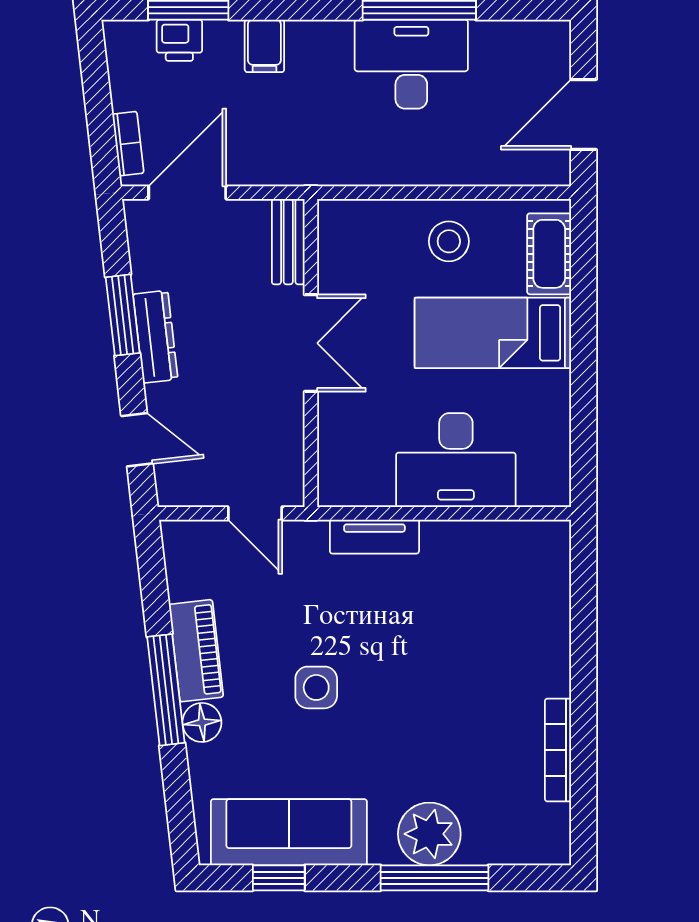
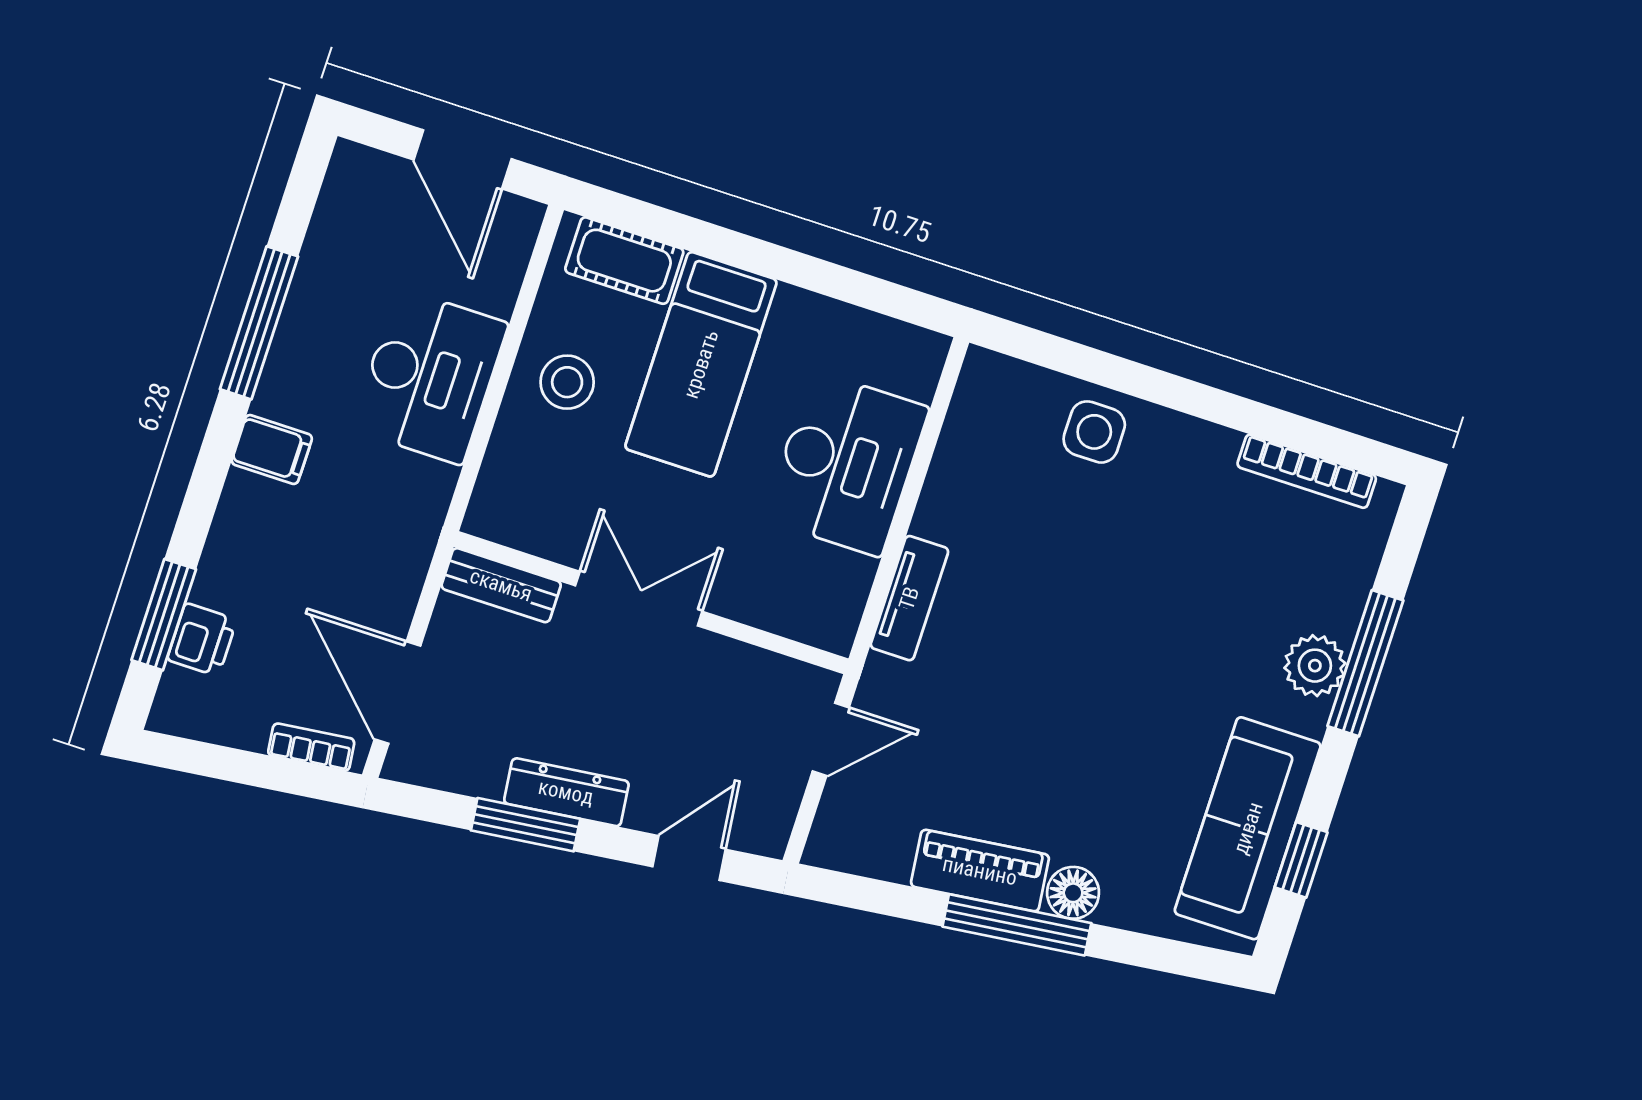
filing cabinet: (264, 46) -> (272, 450), moved
desk: (411, 64) -> (430, 376), moved, turned 180
side table: (316, 687) -> (1094, 432), moved
bookcase: (558, 750) -> (1307, 471), moved
plant: (429, 834) -> (1315, 666), width x0.73, depth x0.73

